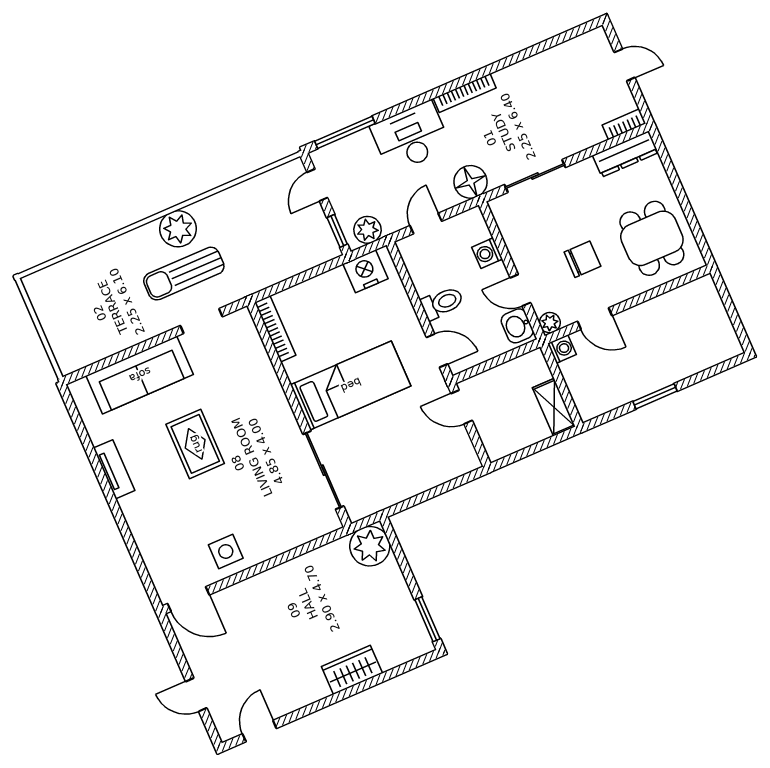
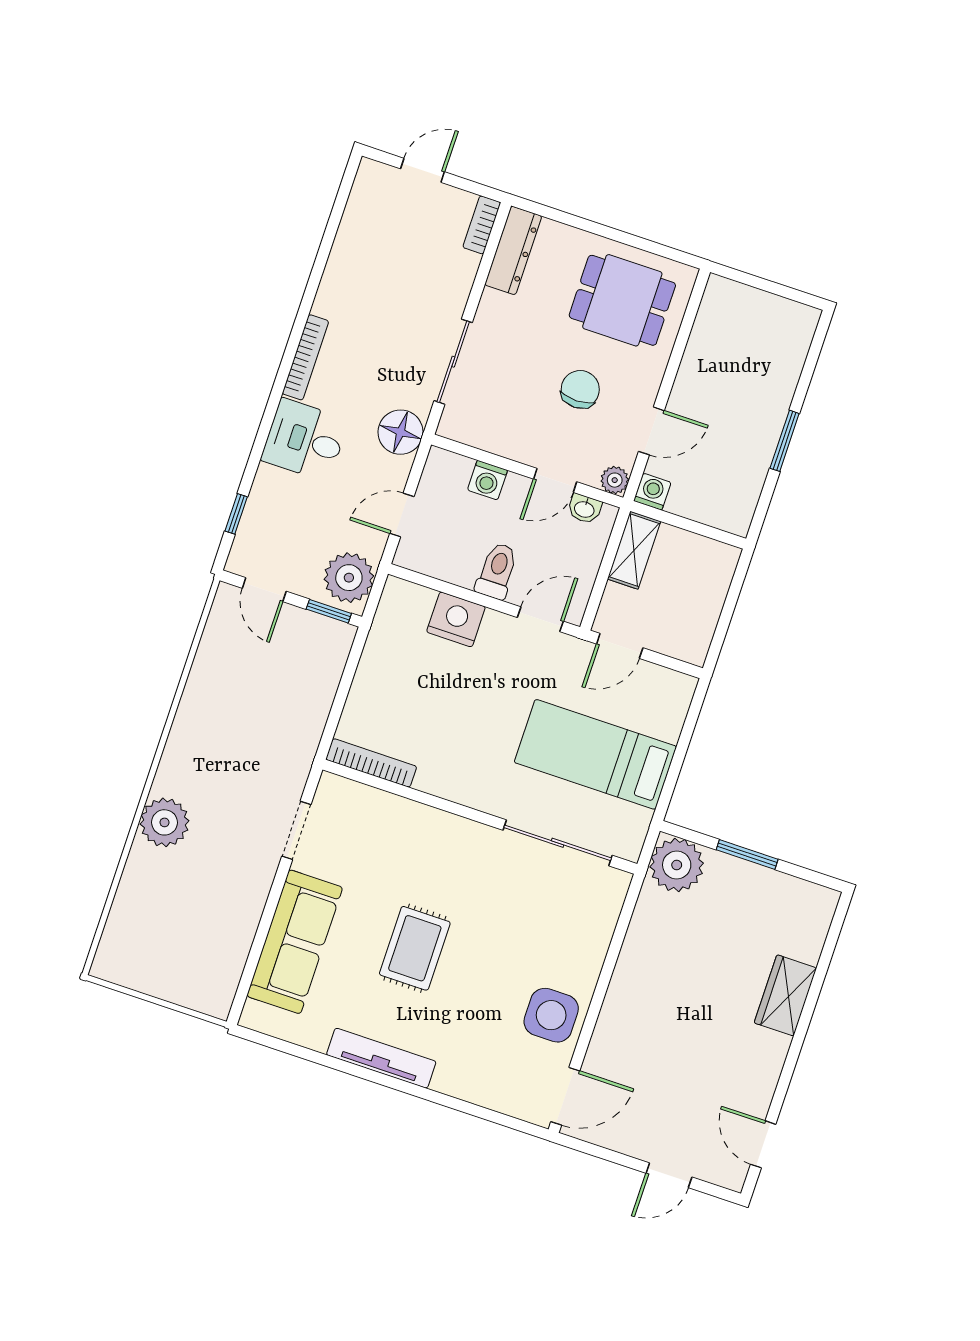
window: (345, 132) -> (236, 514), width x0.46
desk: (411, 137) -> (305, 440), width x0.73
door: (426, 223) -> (402, 515), hinge flipped
plant: (178, 229) -> (164, 822), moved
plant: (367, 230) -> (349, 578), width x1.36, depth x1.36
nightstand: (365, 271) -> (456, 619), moved, turned 90
sun lounger: (184, 274) -> (232, 805), removed
washbasin: (517, 326) -> (584, 509), width x0.72, depth x0.69
bed: (351, 385) -> (595, 754), moved, turned -90
shelving: (554, 407) -> (634, 550), moved, turned 90
rug: (195, 444) -> (415, 948), turned 90
tv unit: (114, 469) -> (381, 1058), width x1.41
side table: (226, 551) -> (551, 1015), width x1.37, depth x1.37
window: (427, 619) -> (747, 855), moved

